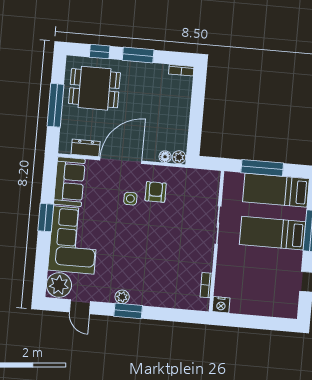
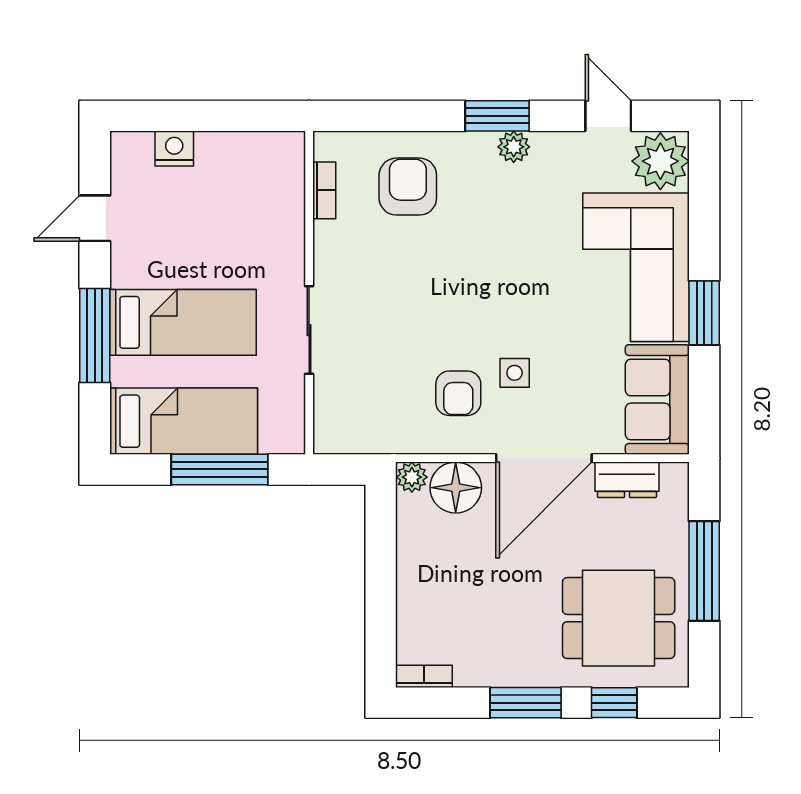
floor lamp: (165, 157) -> (456, 488), width x1.89, depth x1.89
armchair: (170, 284) -> (408, 187), added
nightstand: (221, 305) -> (174, 149), moved

